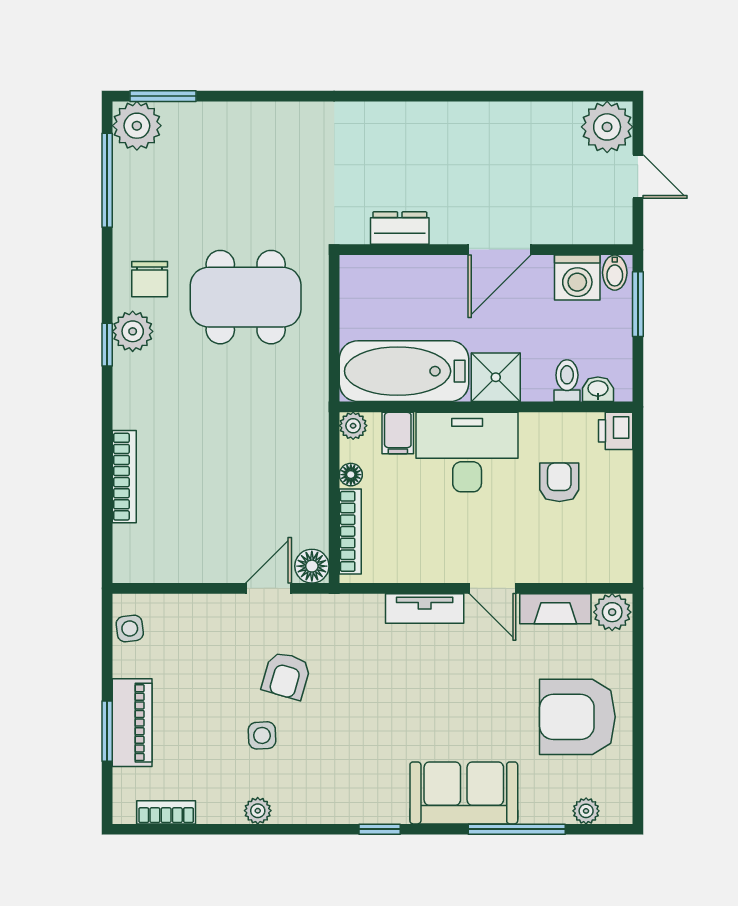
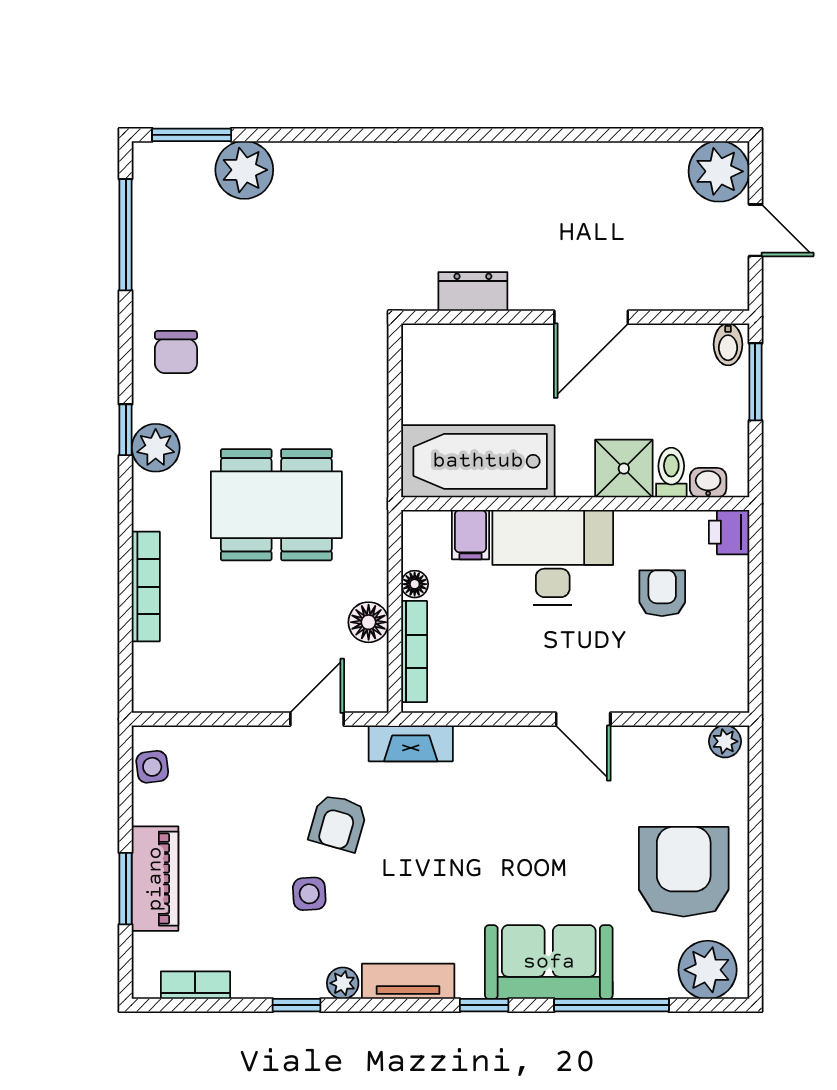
plant: (137, 126) -> (244, 170), moved
washing machine: (577, 278) -> (684, 350), removed
dining table: (246, 297) -> (276, 505), moved
plant: (133, 331) -> (156, 448), moved
shower: (496, 377) -> (624, 469), moved
plant: (353, 426) -> (417, 526), removed
floor lamp: (312, 566) -> (369, 622), moved
tv unit: (425, 608) -> (408, 981), moved, turned 180
fireplace: (555, 609) -> (411, 743), moved
plant: (612, 612) -> (725, 741), width x0.73, depth x0.73
armchair: (577, 717) -> (684, 872), turned 90
plant: (258, 811) -> (343, 983), moved
plant: (586, 811) -> (708, 970), width x1.88, depth x1.88
window: (251, 829) -> (297, 1005), added
window: (380, 829) -> (484, 1005), moved

